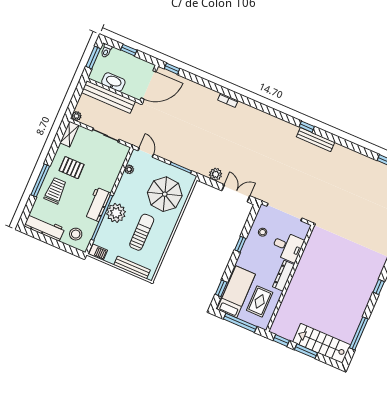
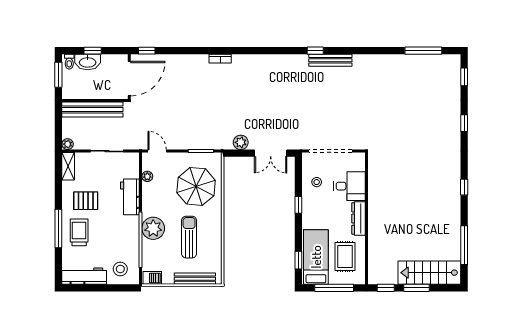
washbasin: (113, 82) -> (88, 62), moved, turned 180
double door: (236, 193) -> (271, 153), swing flipped
workbench: (98, 204) -> (130, 197), moved

